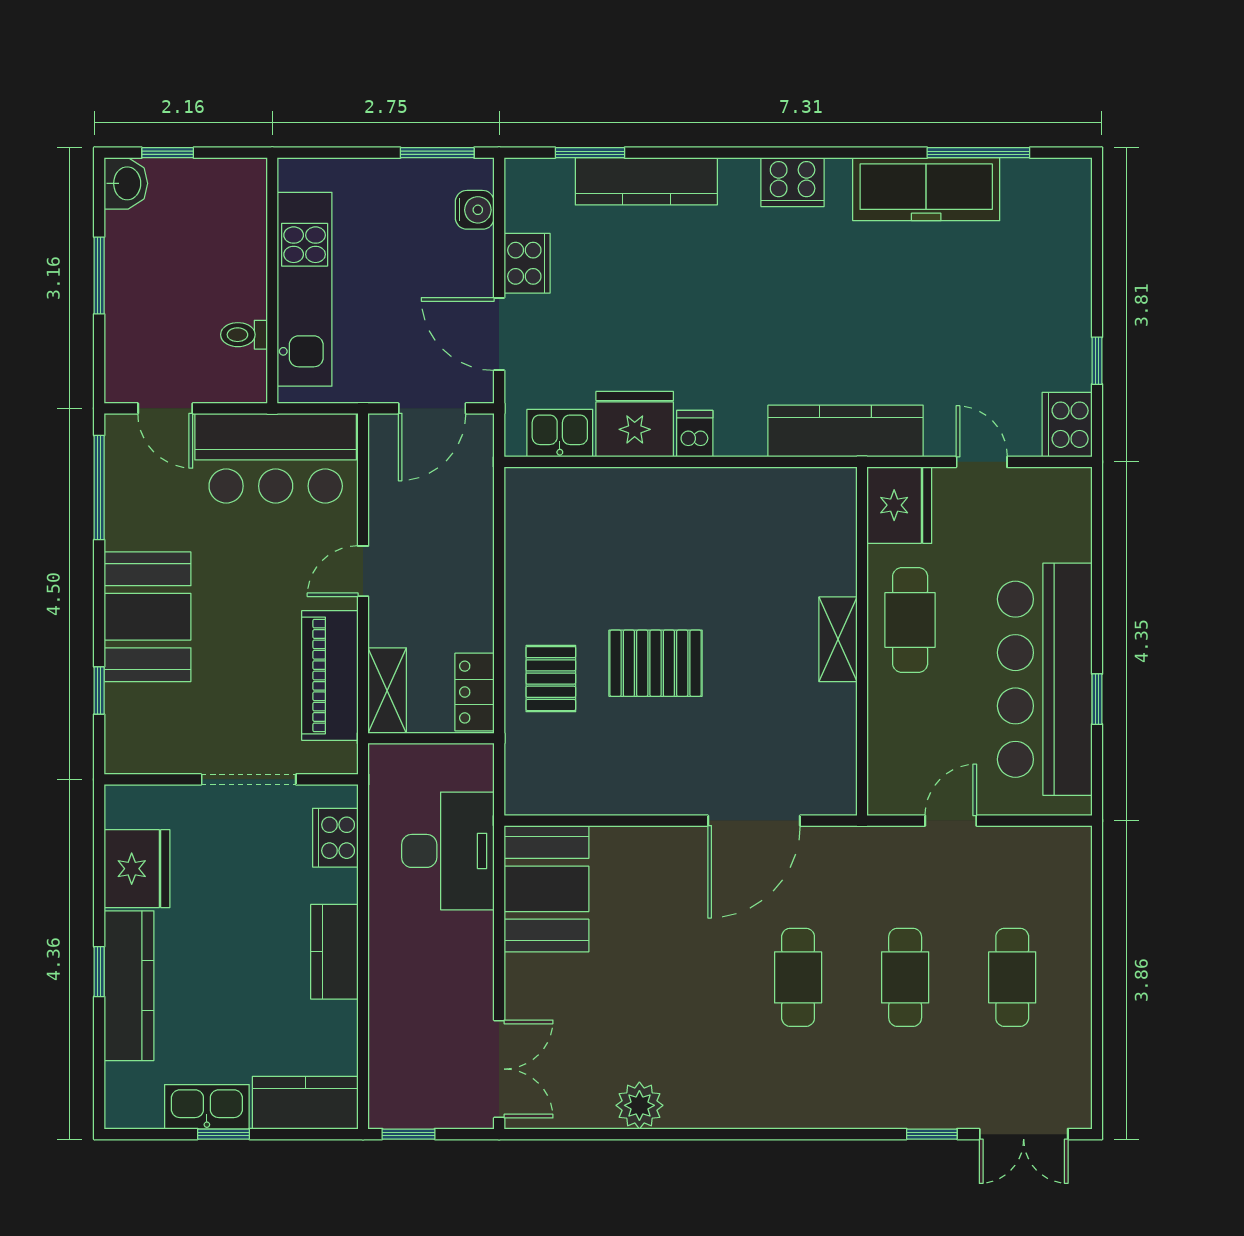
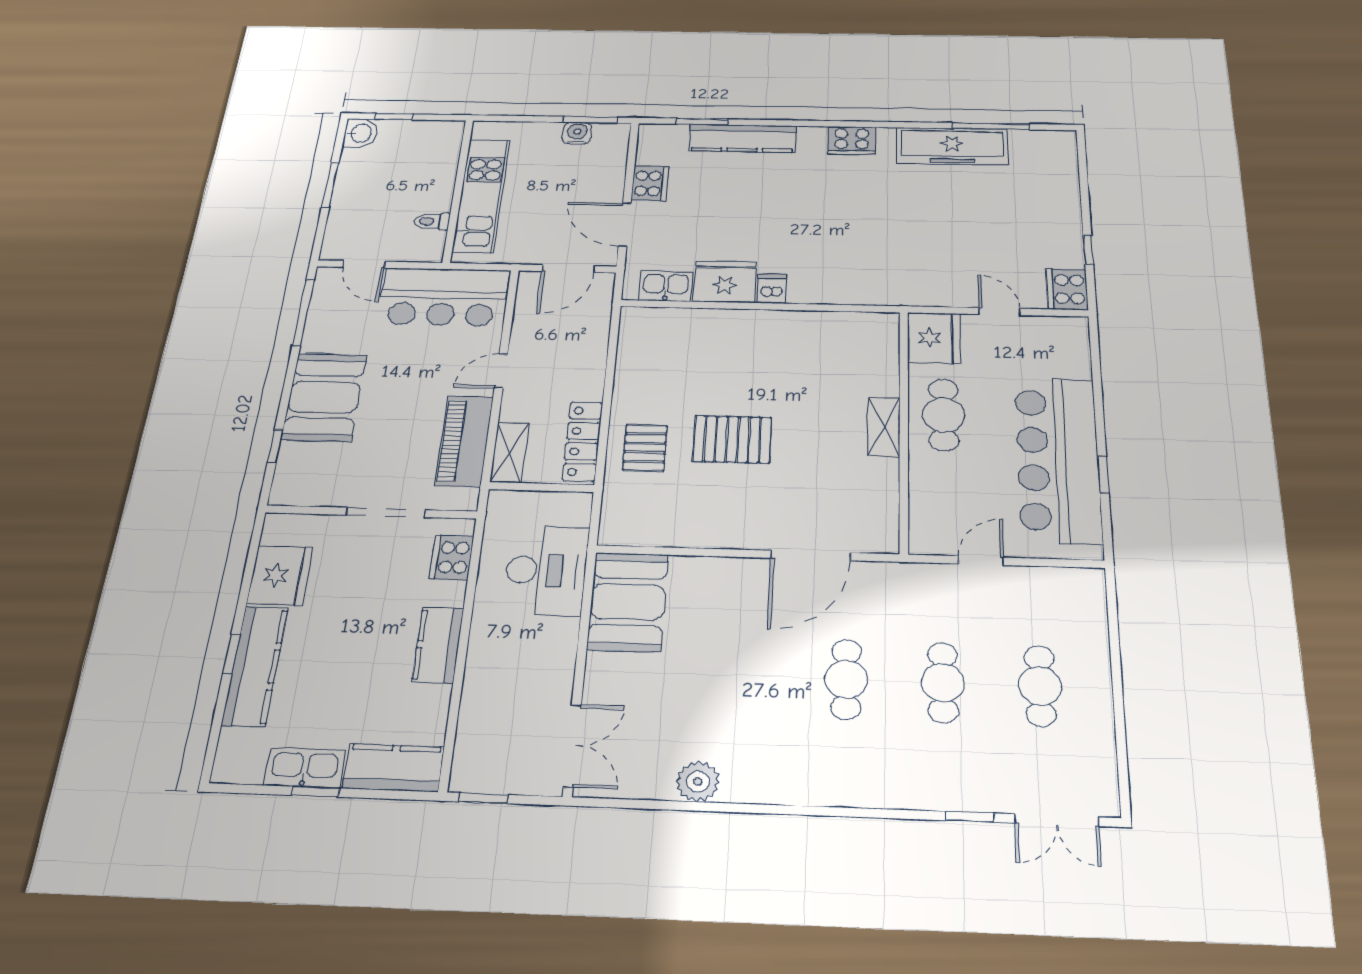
water cooler: (475, 210) -> (577, 133), moved, turned -90
kitchen counter: (846, 431) -> (891, 290), removed
locker: (475, 692) -> (583, 441), width x1.53

